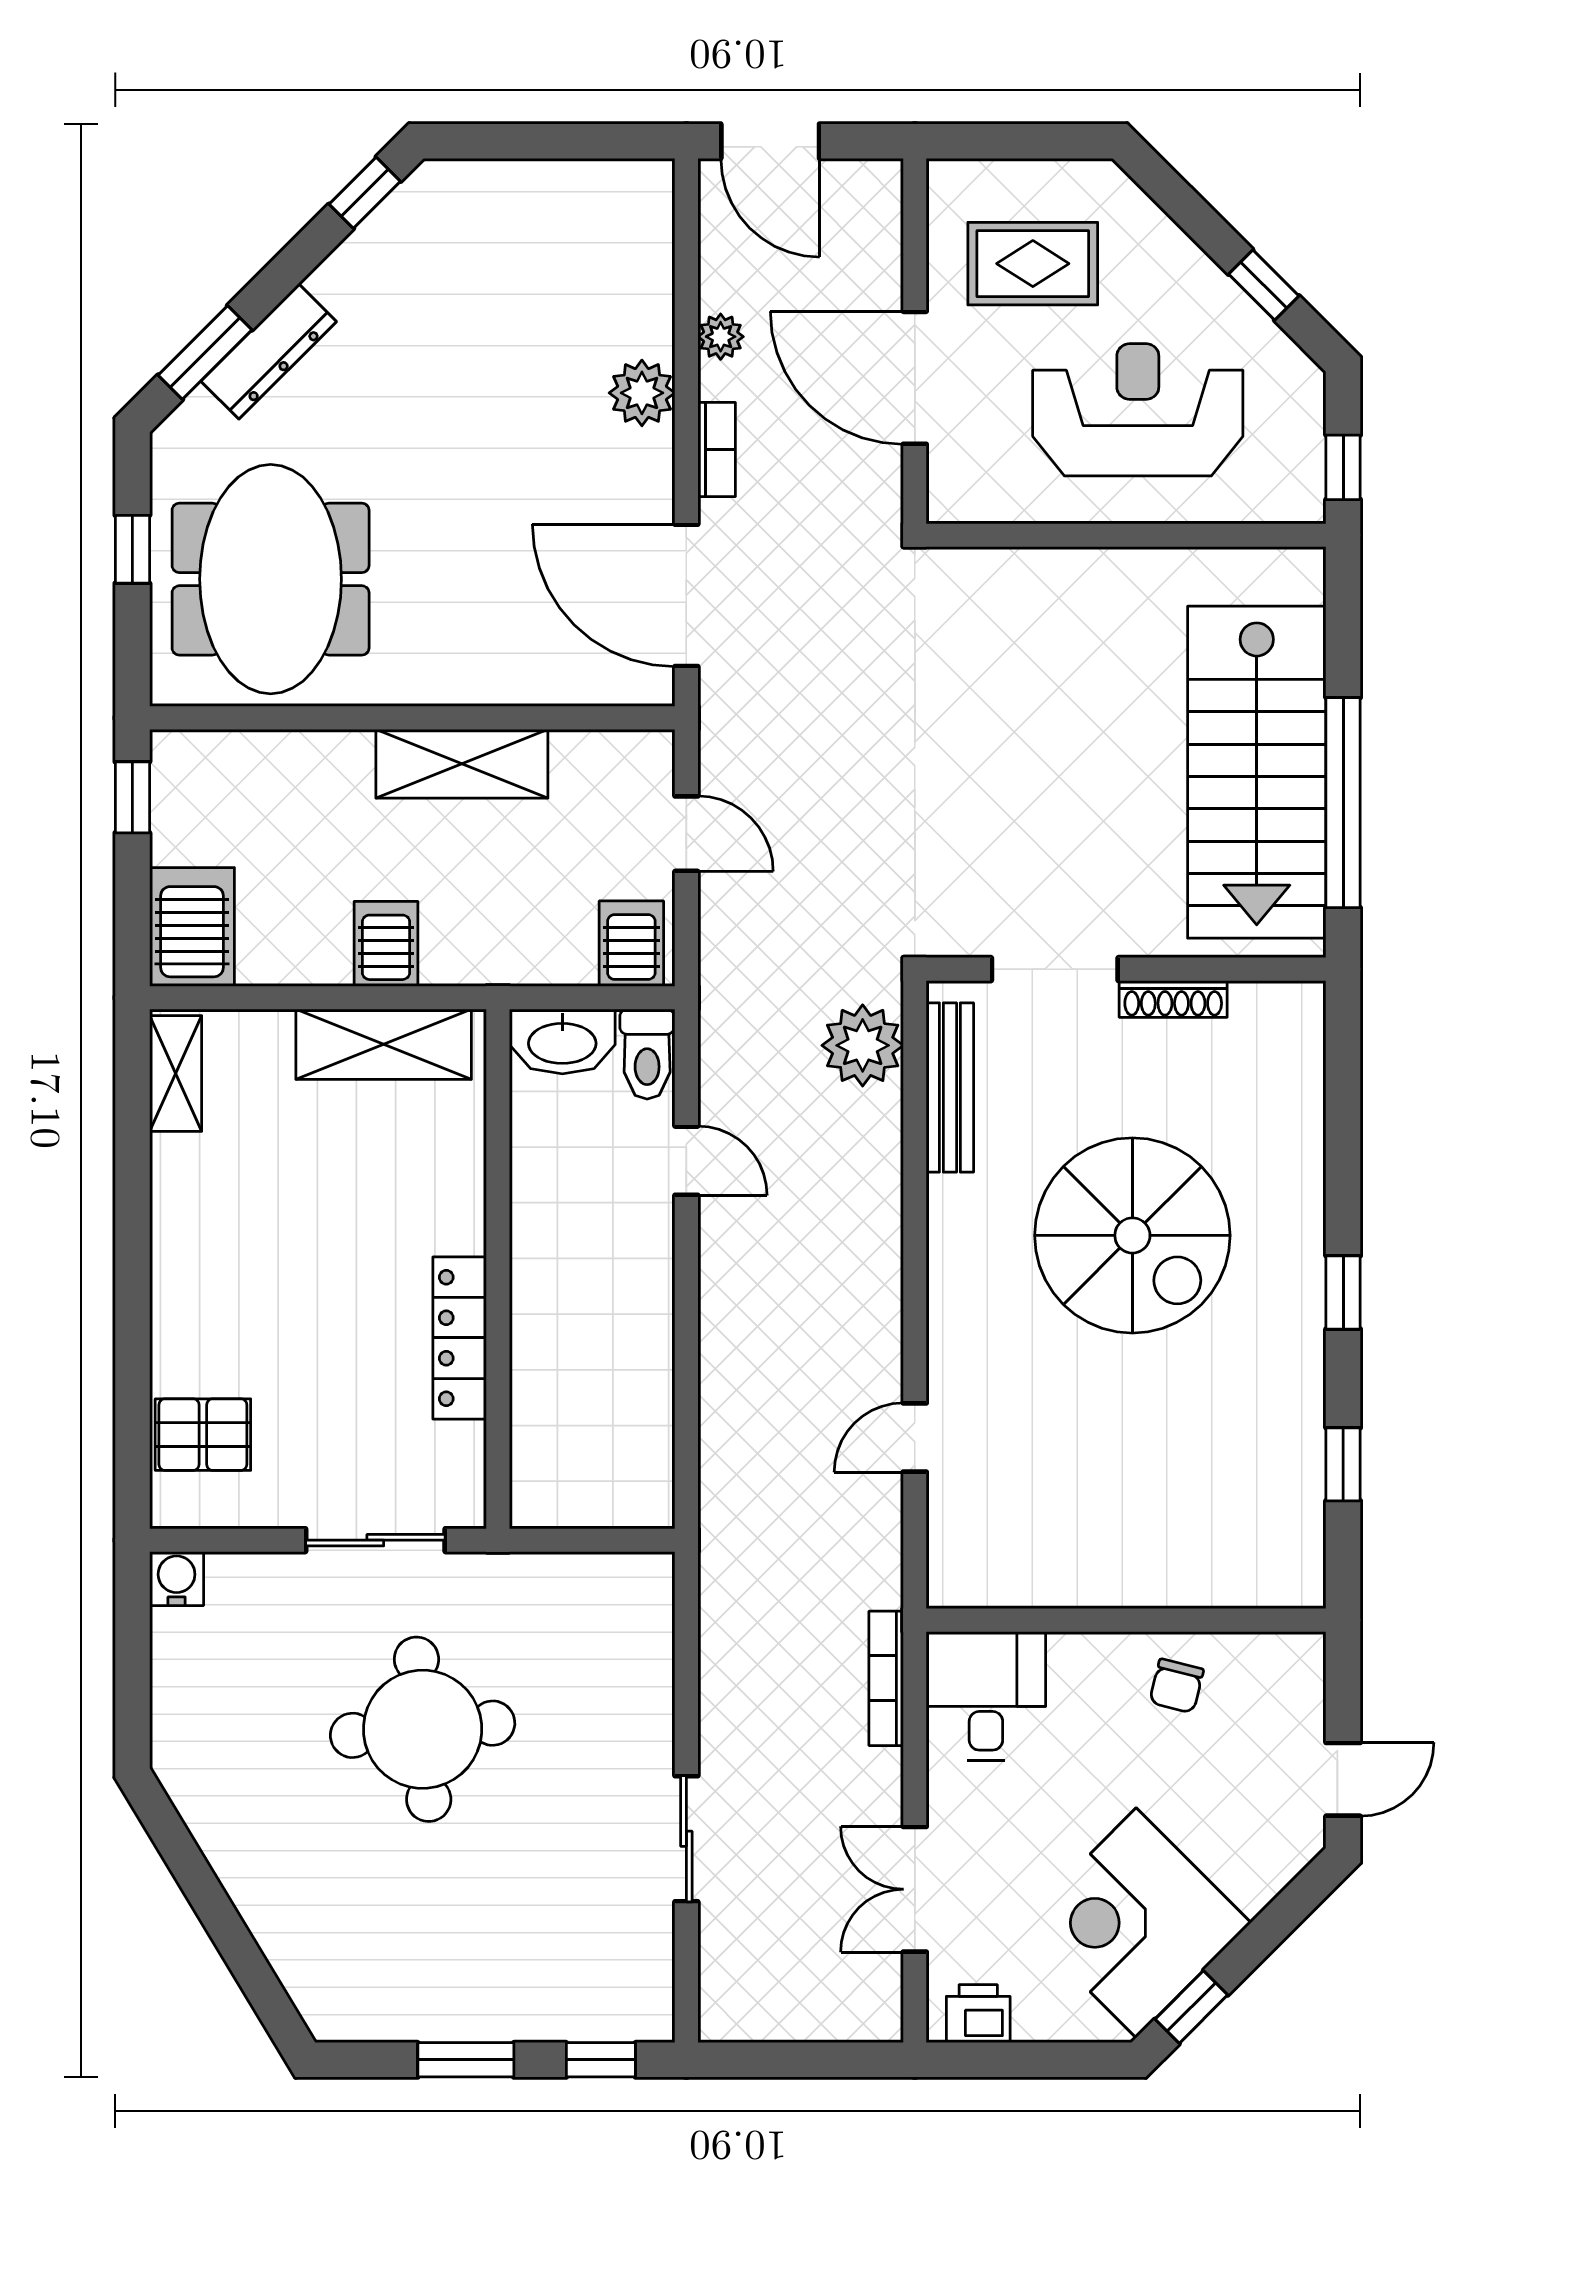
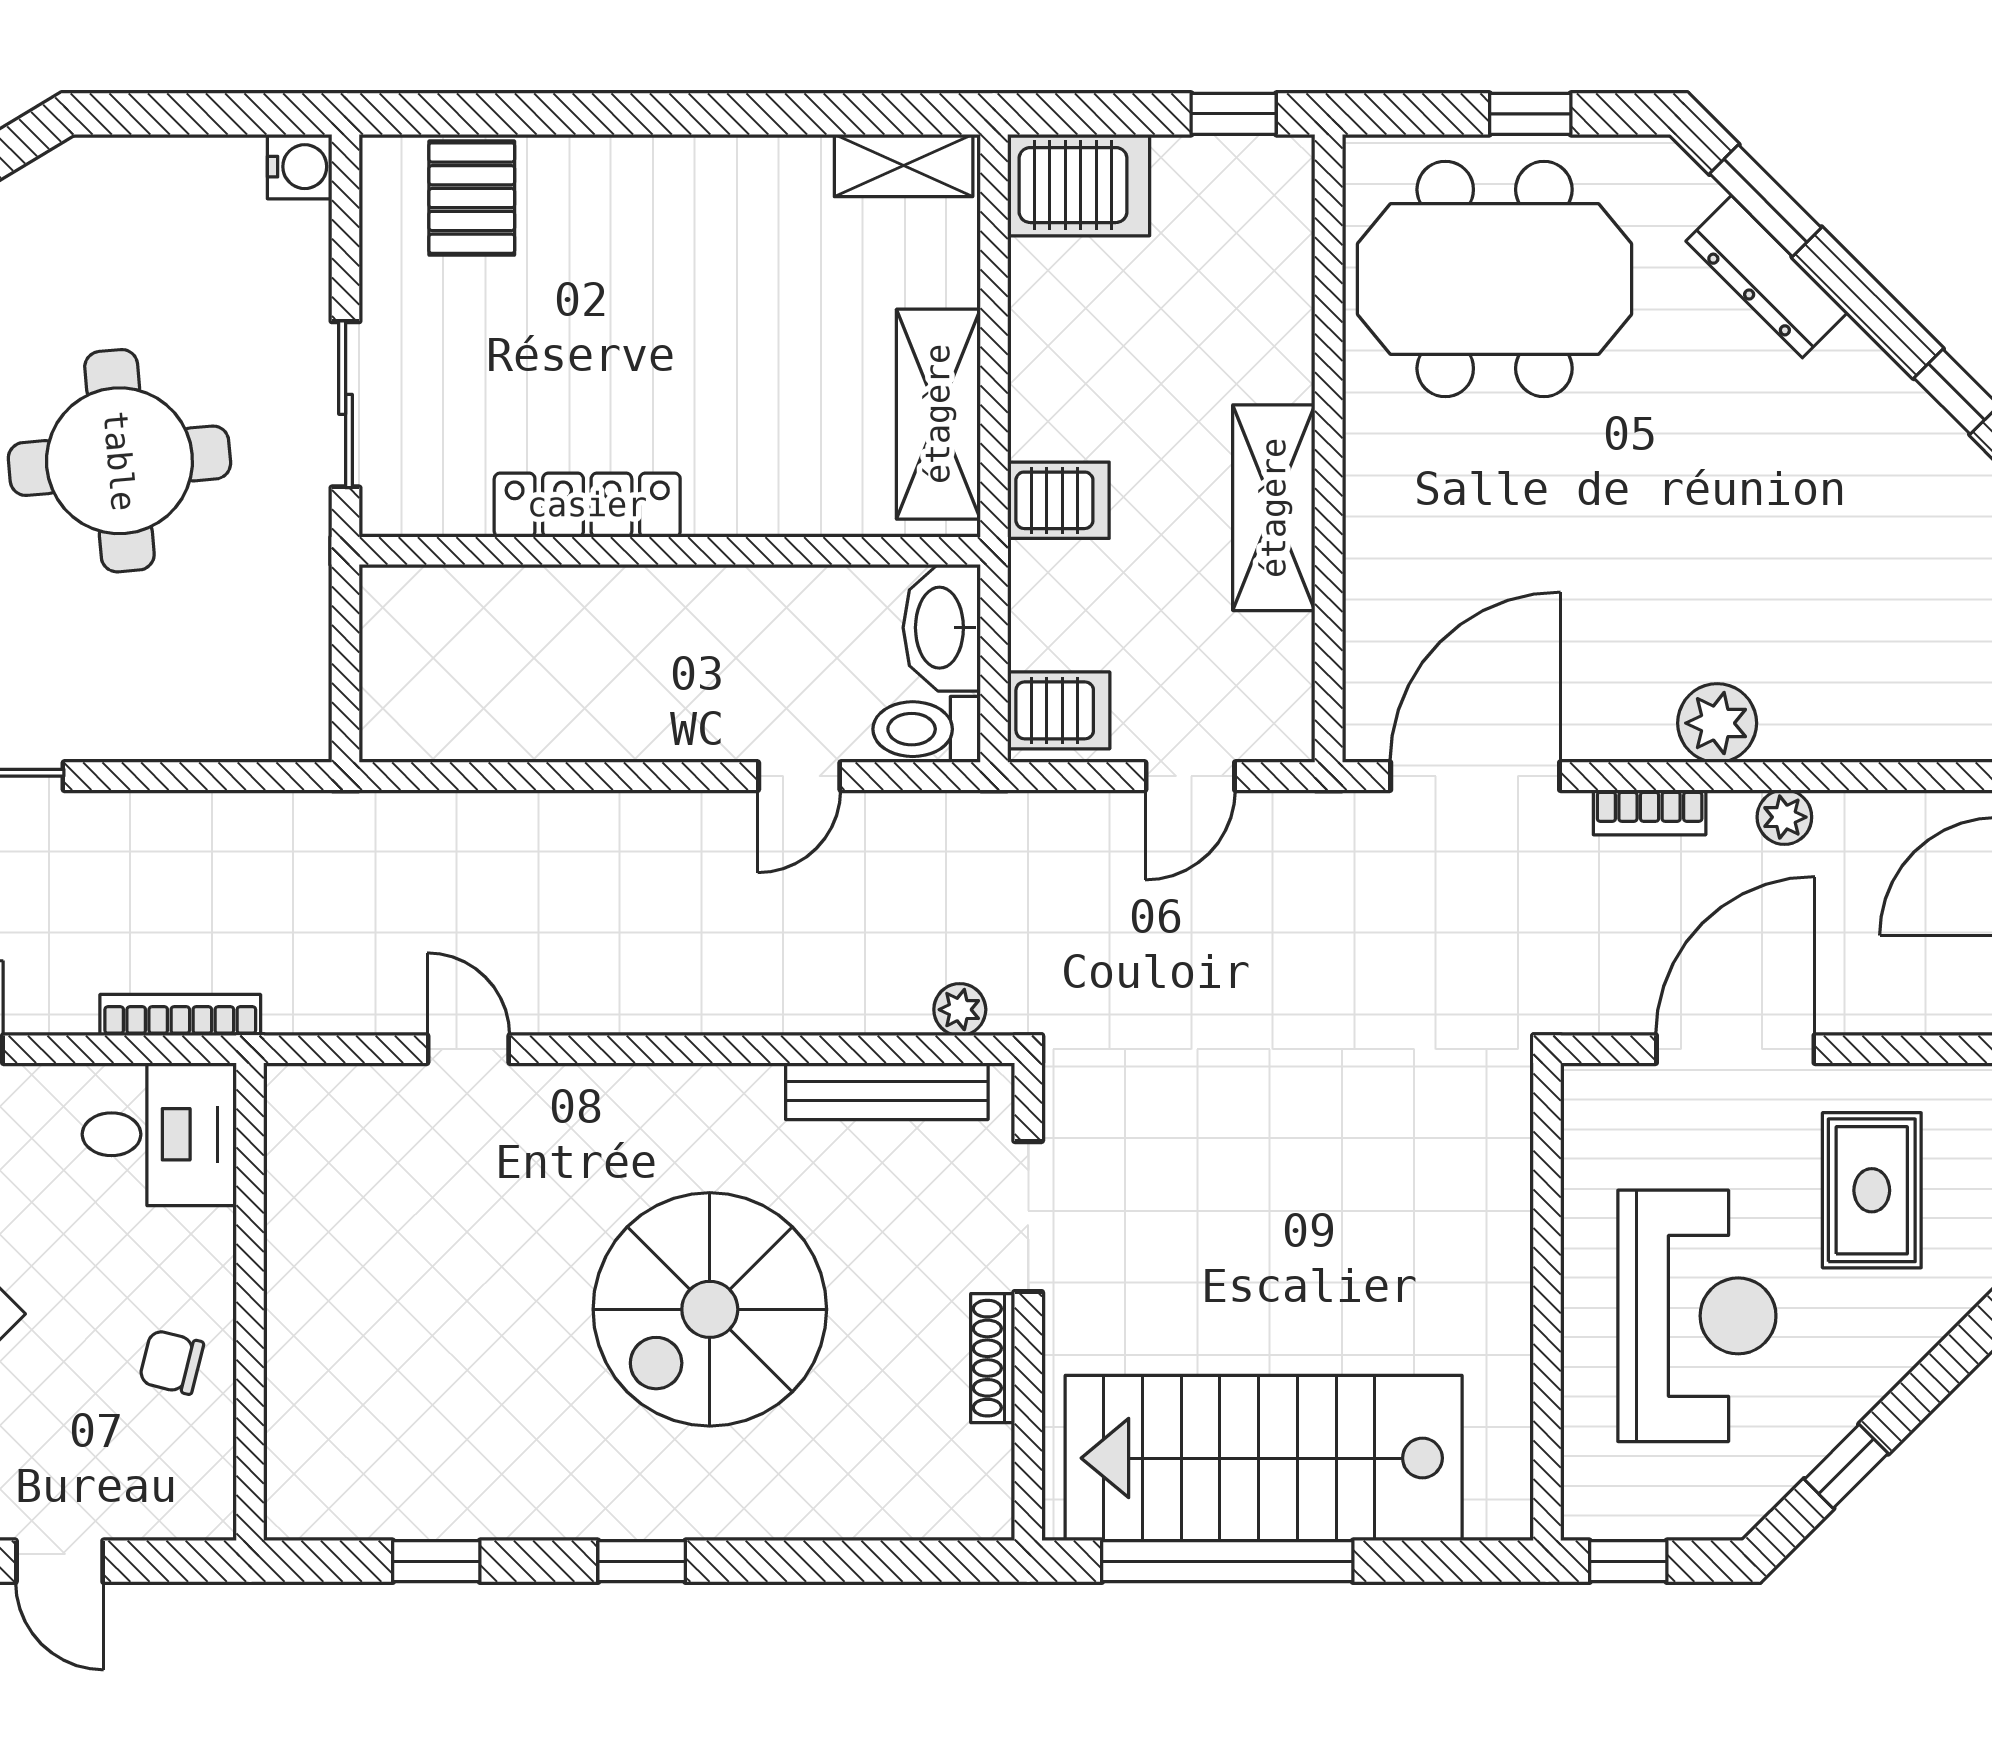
server rack: (386, 944) -> (1058, 500), moved
plant: (863, 1045) -> (960, 1010), width x0.53, depth x0.53

